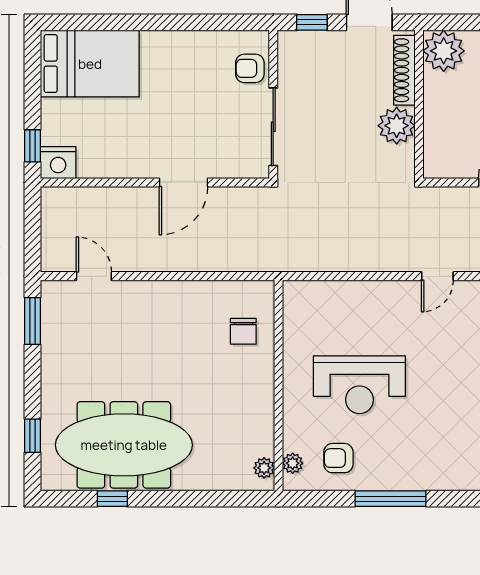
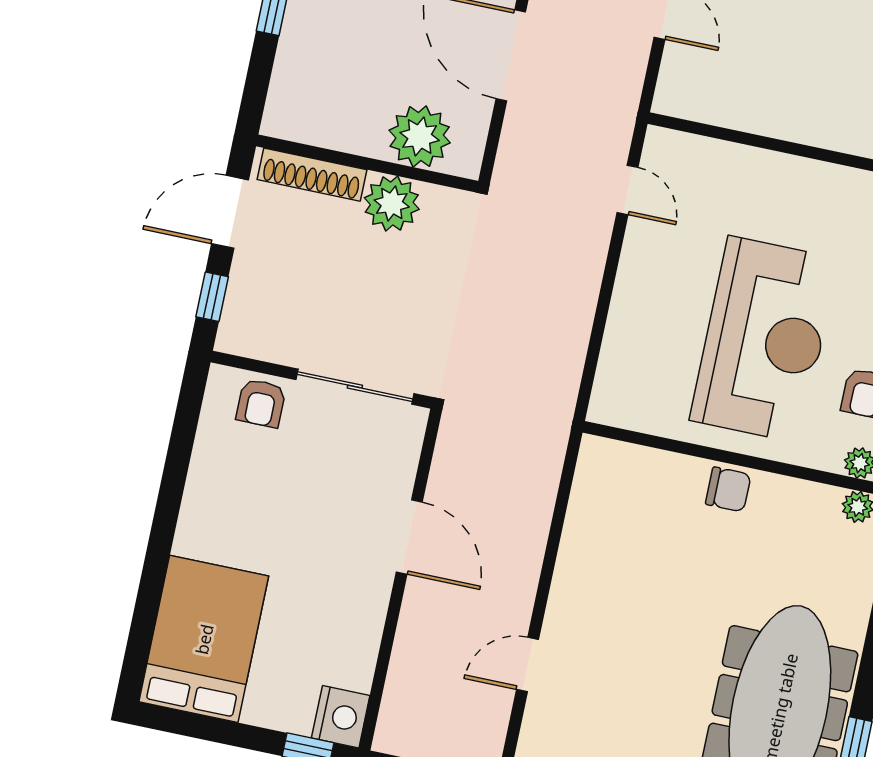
plant: (444, 51) -> (420, 137), moved
door: (94, 276) -> (528, 664), moved
chair: (243, 331) -> (728, 489), moved
reception desk: (359, 385) -> (764, 339), width x1.36, depth x1.30

